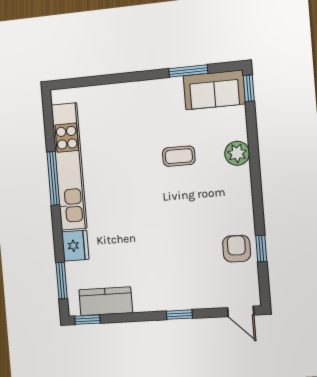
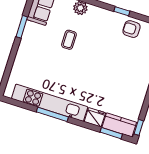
window: (188, 71) -> (22, 27), moved
window: (261, 249) -> (122, 11), moved
kitchen counter: (106, 301) -> (119, 125), moved, turned 90

